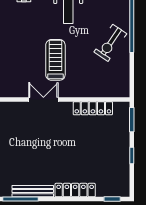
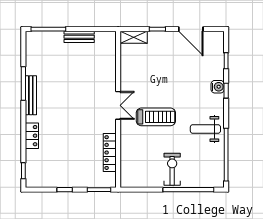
exercise bike: (110, 43) -> (172, 169), turned 56
locker: (75, 190) -> (32, 136), width x0.66

